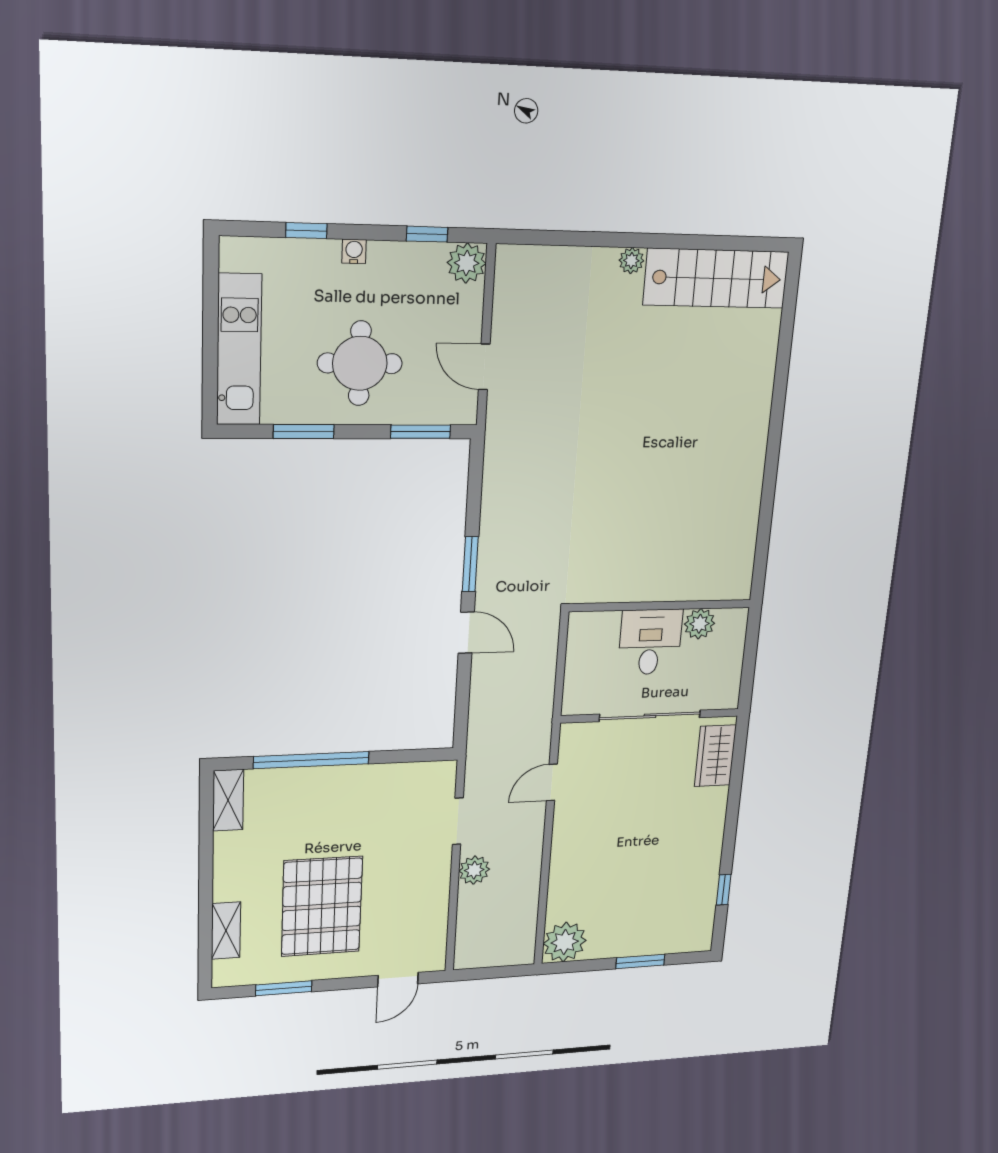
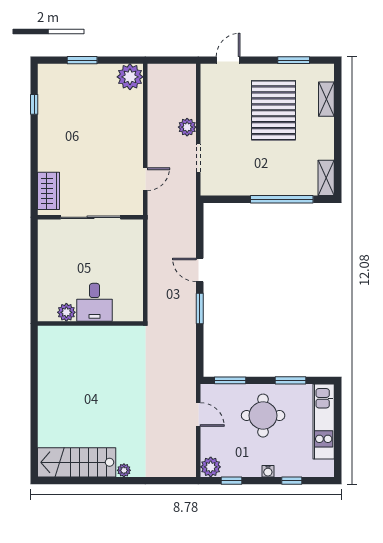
wall: (661, 606) -> (90, 323), moved
plant: (700, 624) -> (66, 312), moved
desk: (650, 642) -> (95, 302), moved

